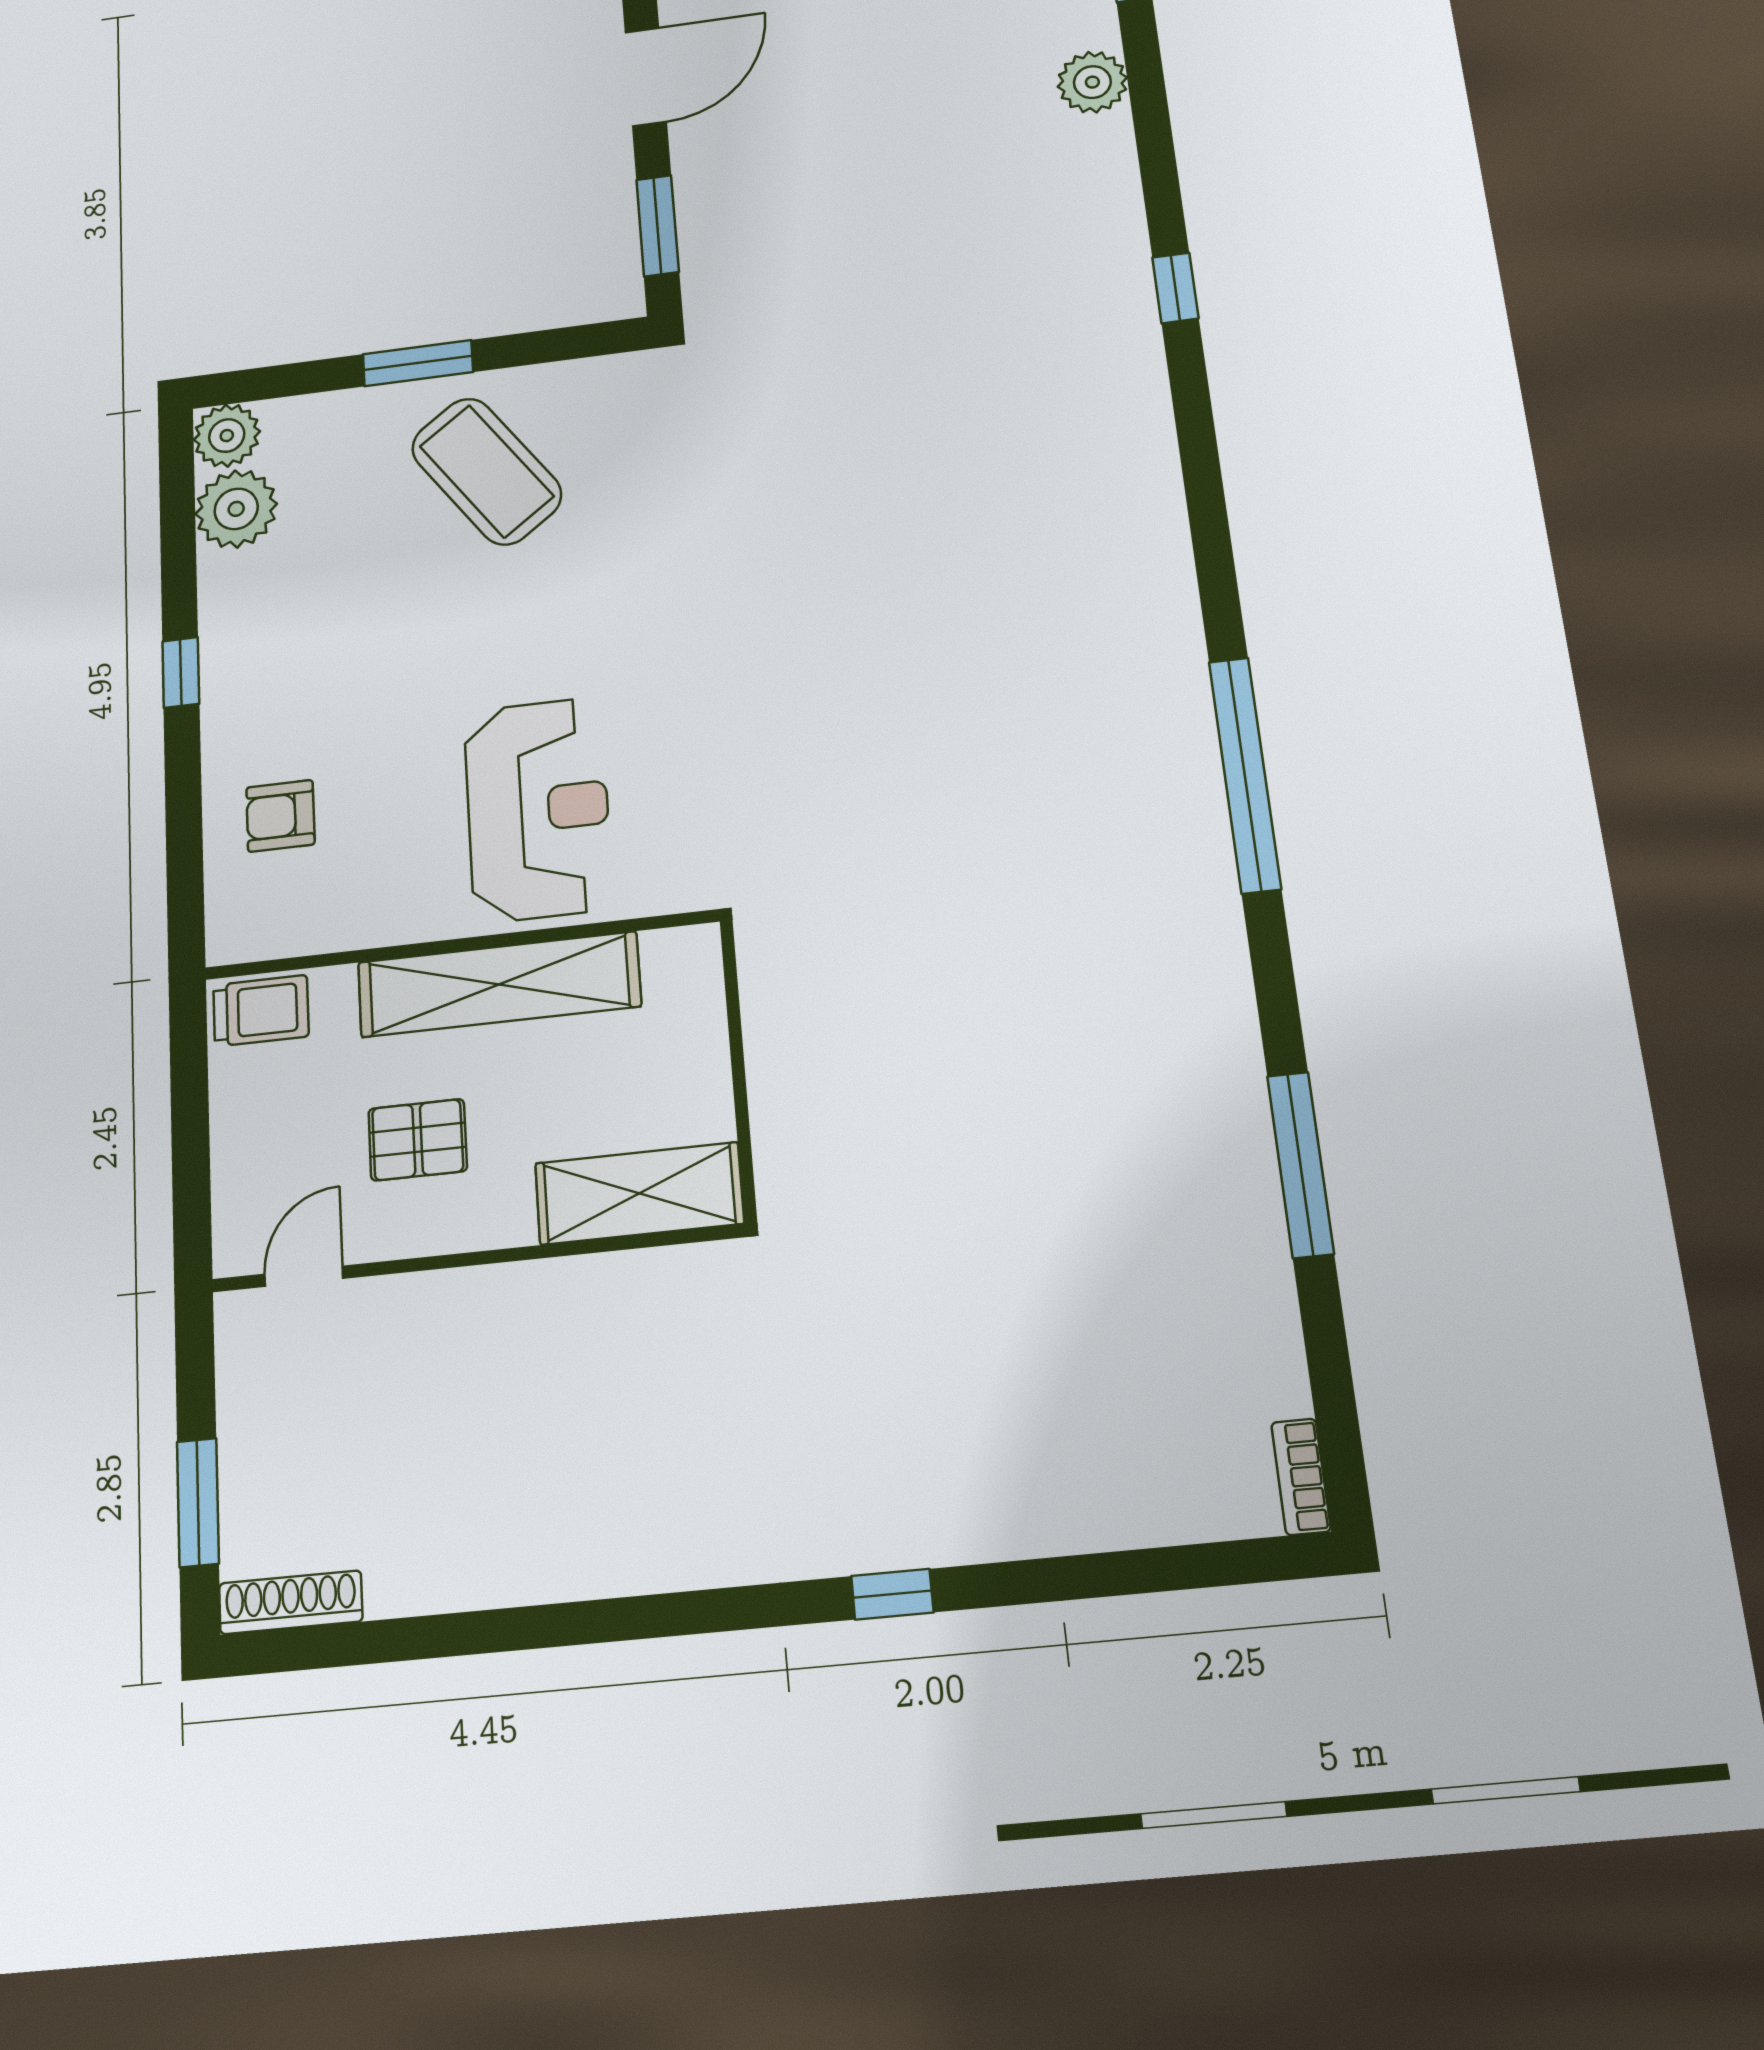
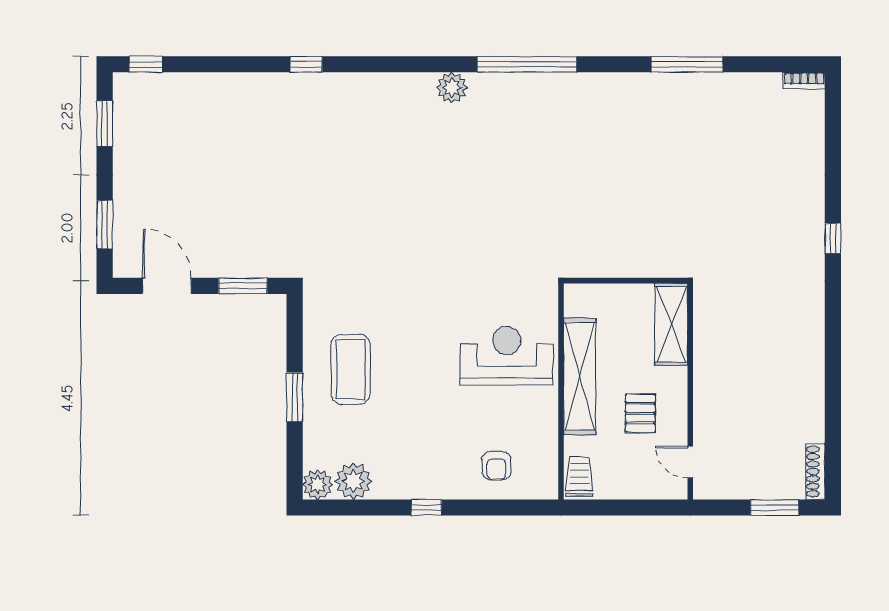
plant: (1092, 82) -> (452, 88), moved
coffee table: (487, 471) -> (351, 369), turned -54

